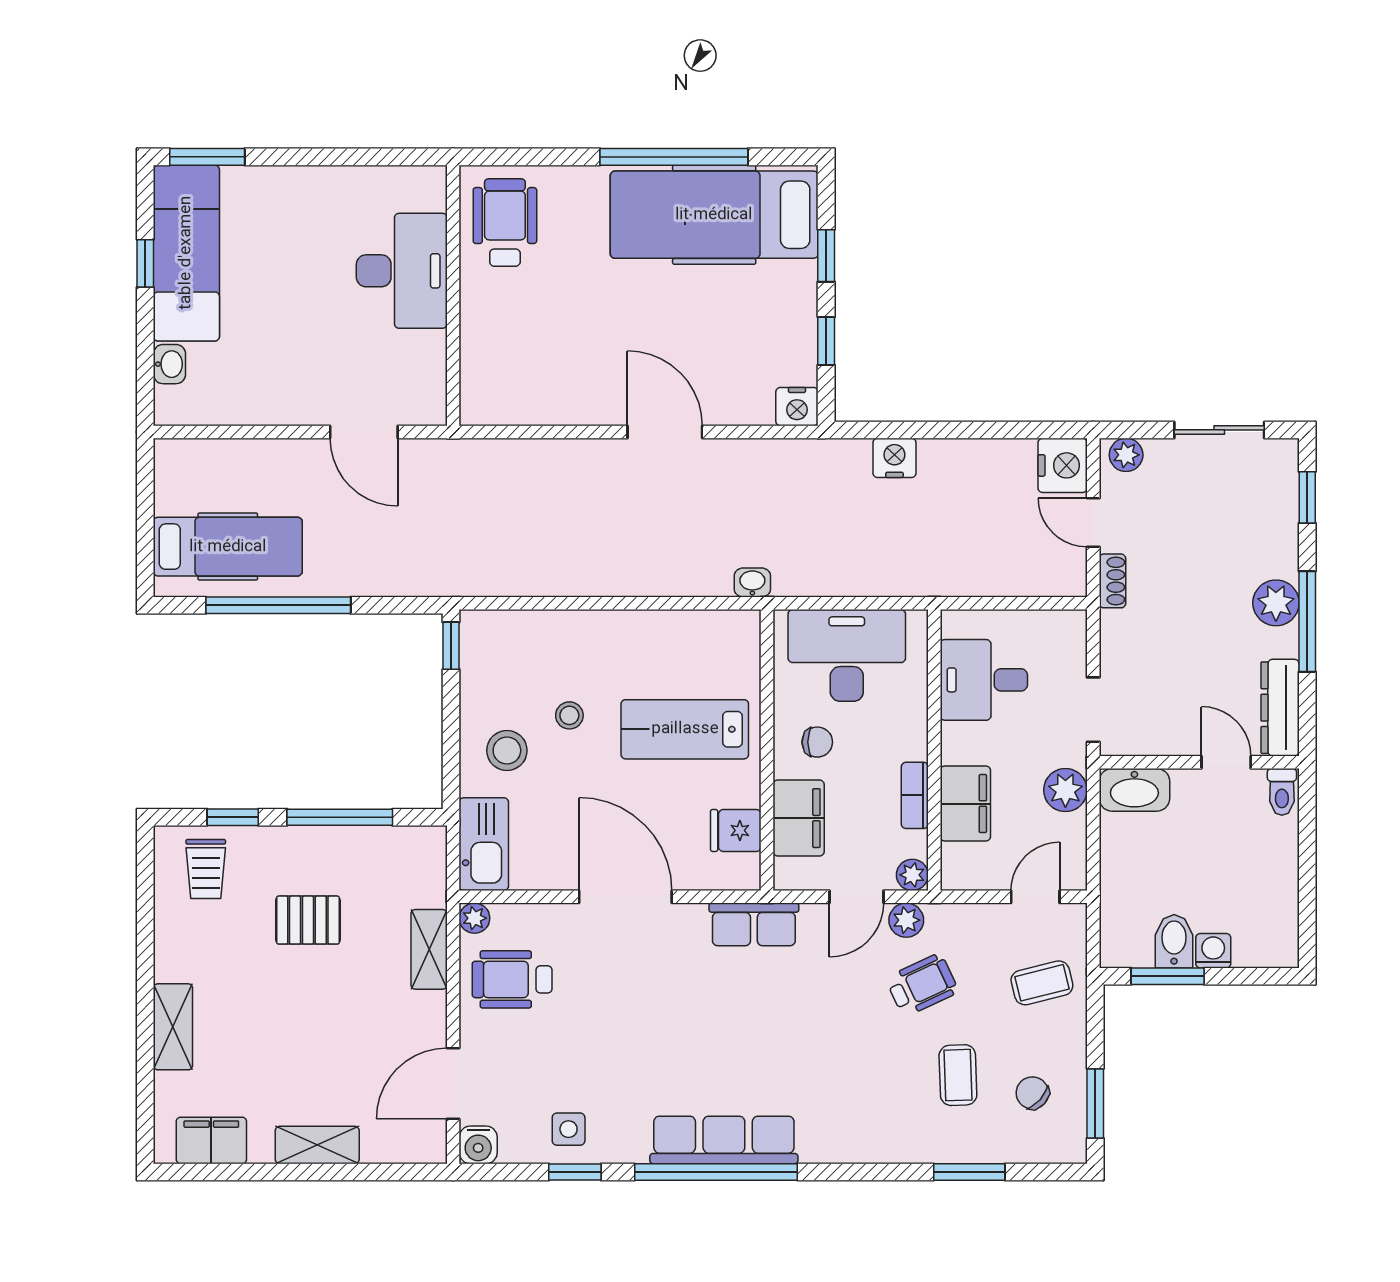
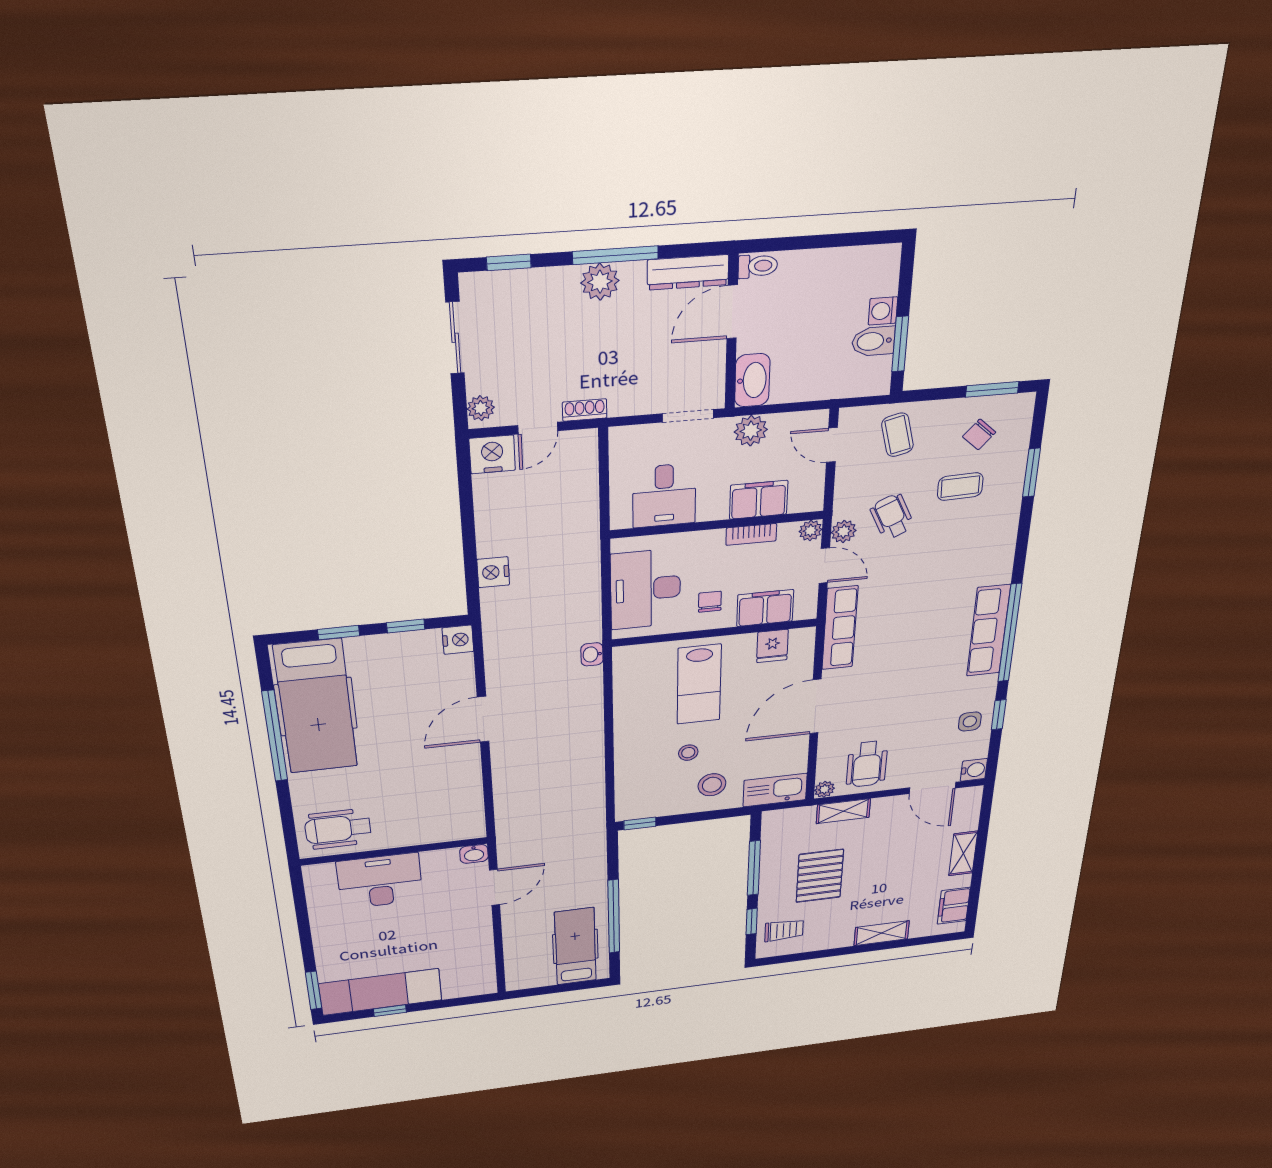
washbasin: (169, 364) -> (474, 854), moved, turned 180
door: (1226, 762) -> (732, 312), width x1.38
pallet: (308, 920) -> (820, 876), width x1.50, depth x1.42
row of seats: (754, 924) -> (840, 628), width x1.48

